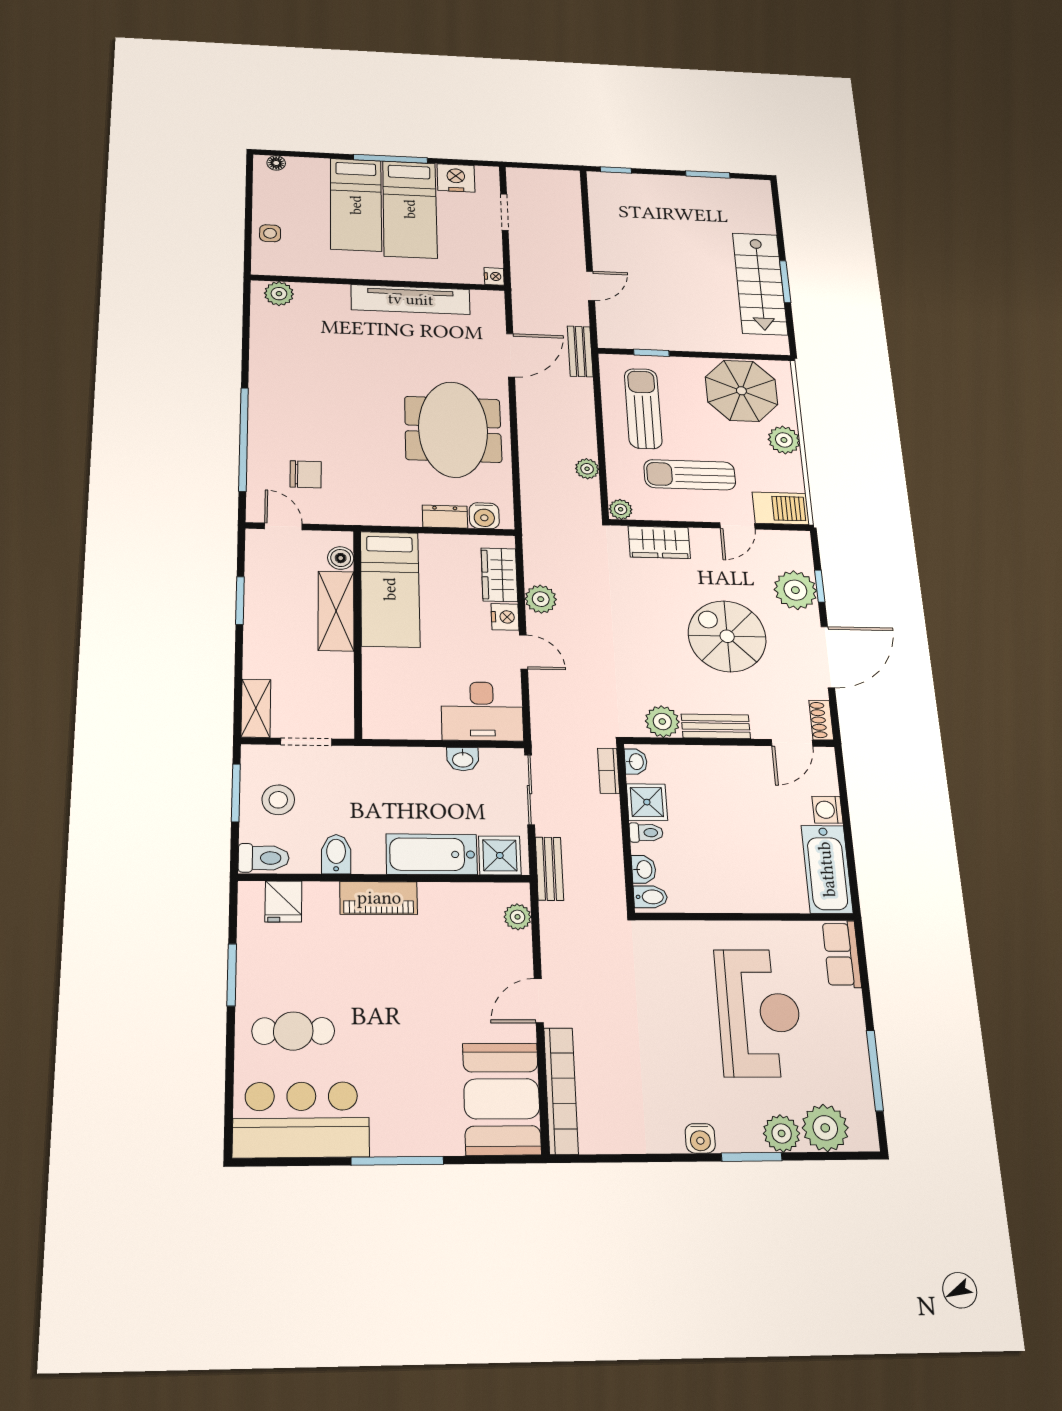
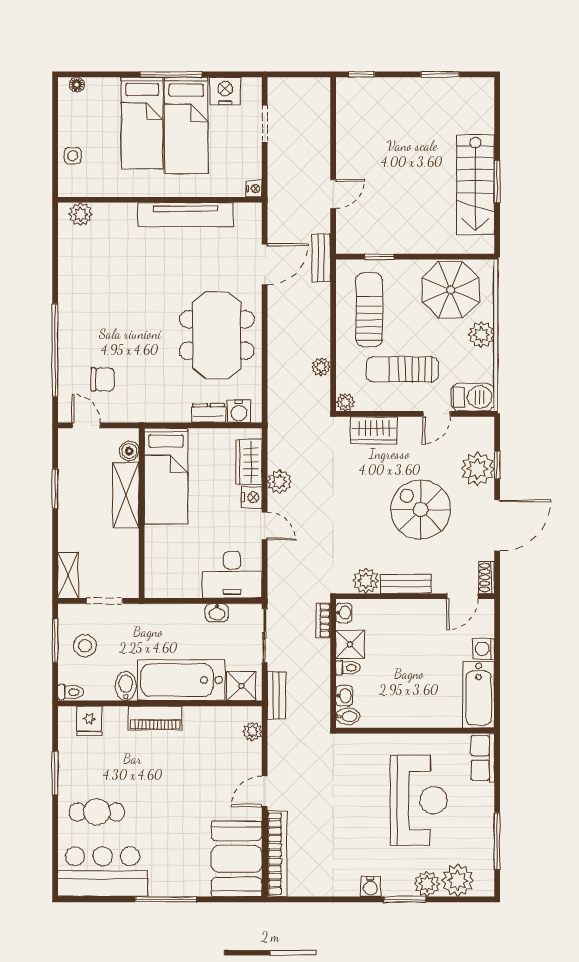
bathtub: (432, 854) -> (181, 680), width x1.36, depth x1.36
toilet: (264, 858) -> (70, 692), width x0.73, depth x0.72

